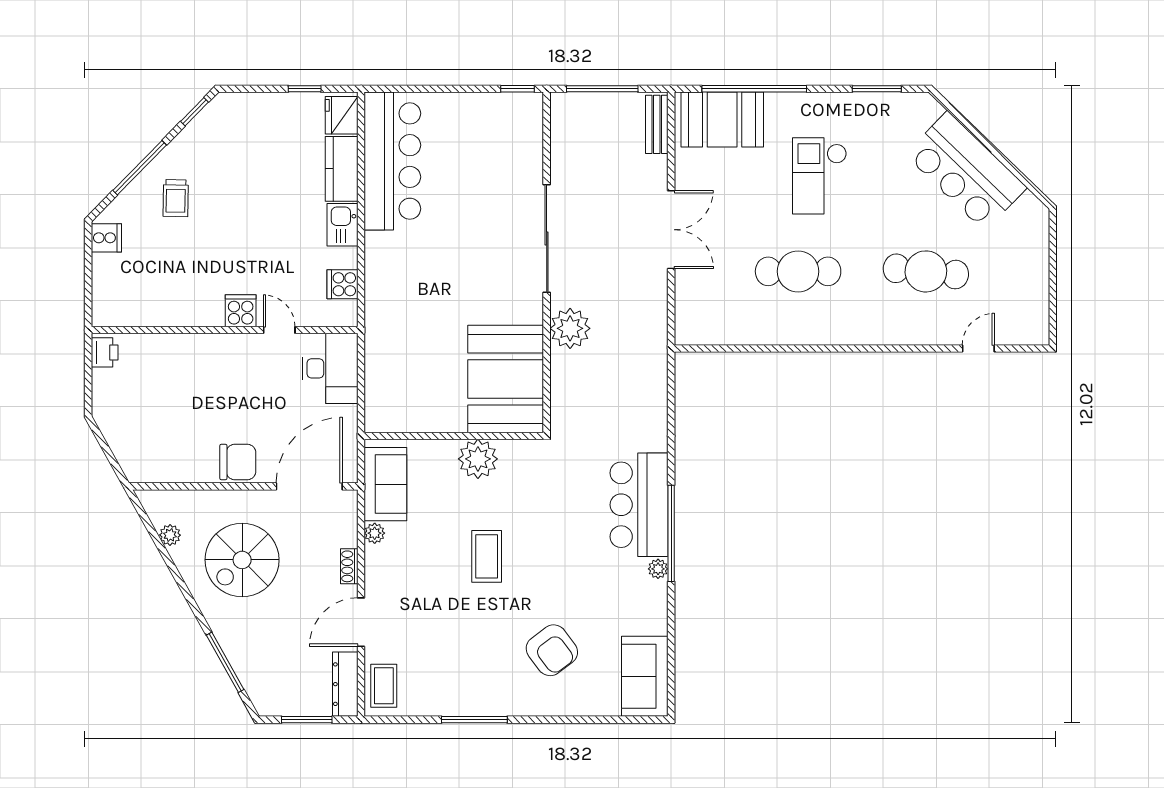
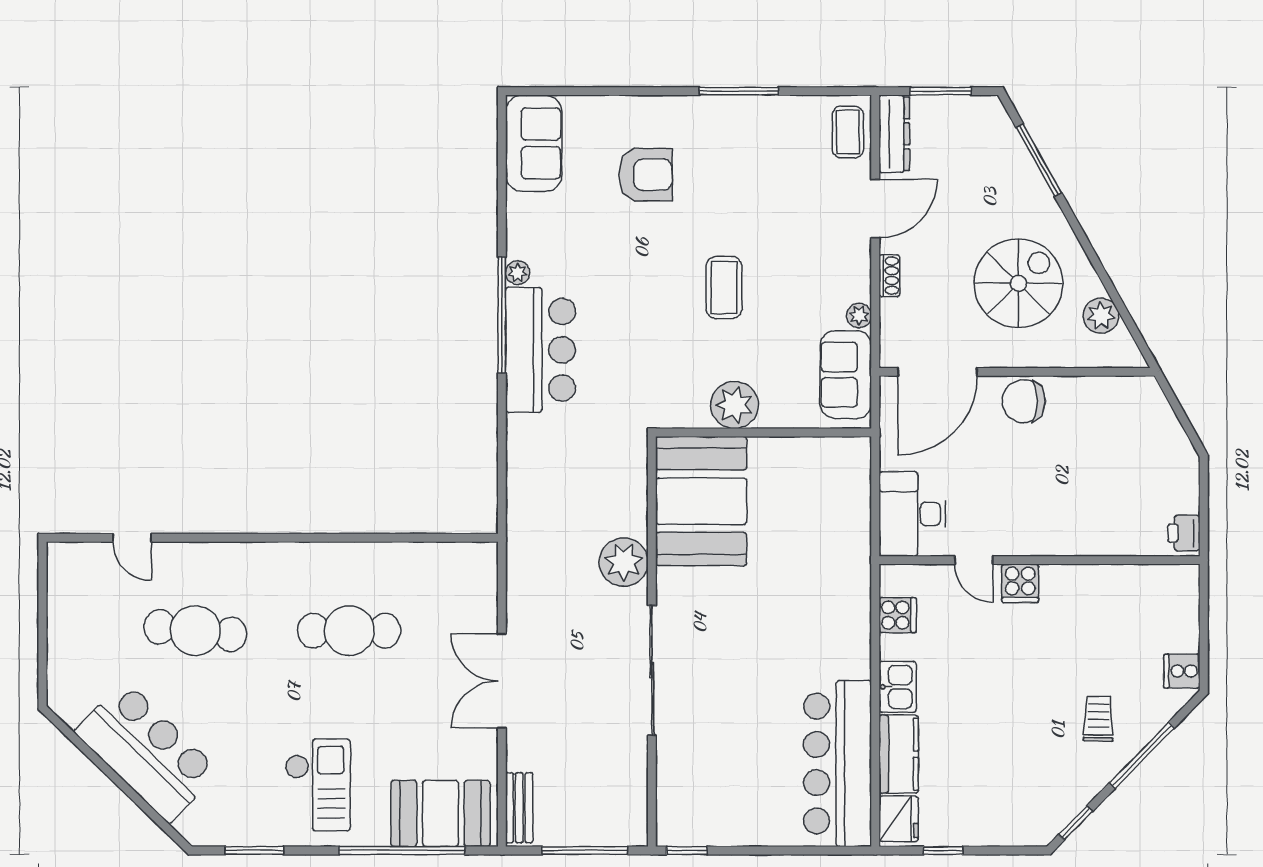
checkout: (820, 176) -> (318, 785), moved
door: (978, 349) -> (132, 538), hinge flipped
plant: (170, 535) -> (1101, 316), width x1.38, depth x1.38
armchair: (552, 650) -> (645, 175), turned 127

